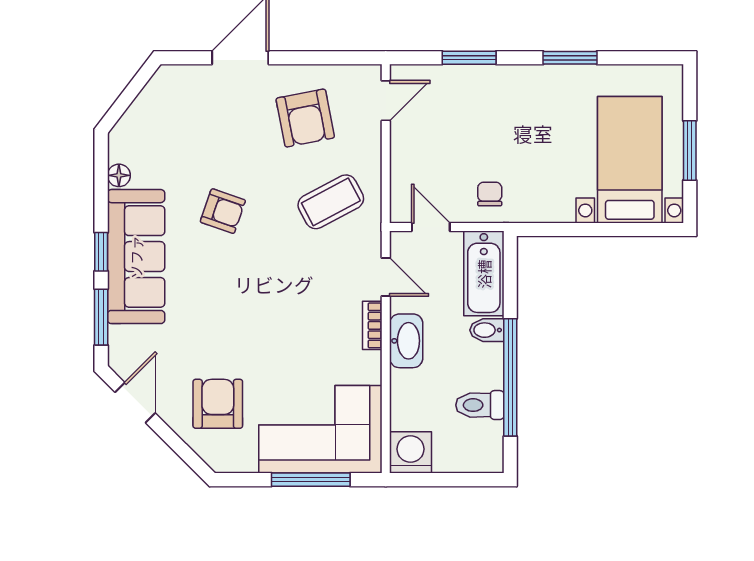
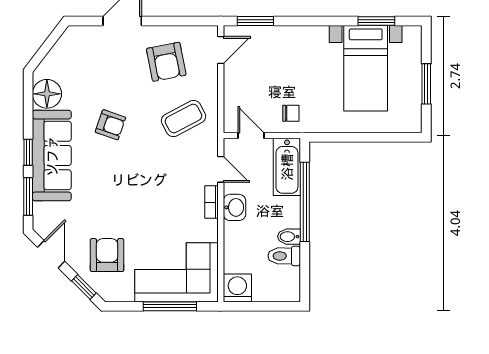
window: (469, 58) -> (255, 21), moved
window: (570, 58) -> (376, 21), moved
bed with nightstands: (630, 160) -> (366, 68), moved, turned 180
floor lamp: (119, 175) -> (47, 94), width x1.89, depth x1.89
chair: (490, 194) -> (291, 113), turned 90
bidet: (487, 330) -> (289, 237), moved
washbasin: (406, 341) -> (234, 207), width x0.72
window: (510, 377) -> (305, 202), moved
window: (184, 451) -> (84, 287), added

